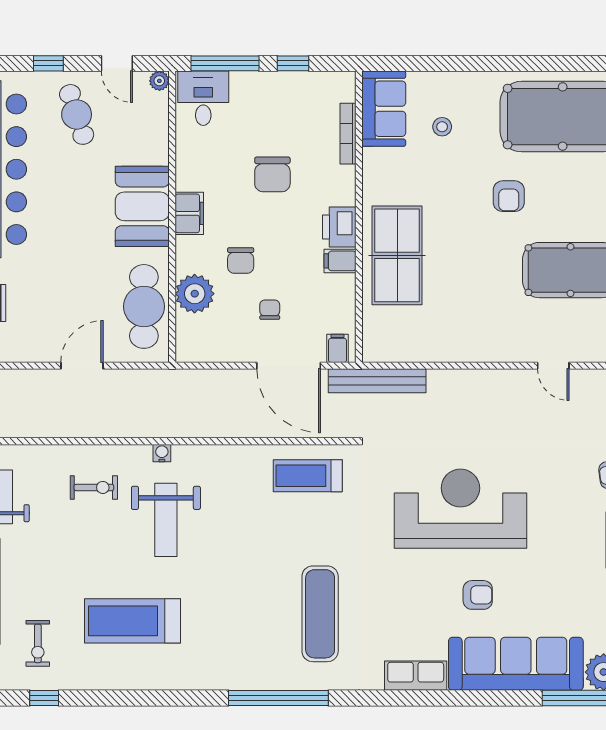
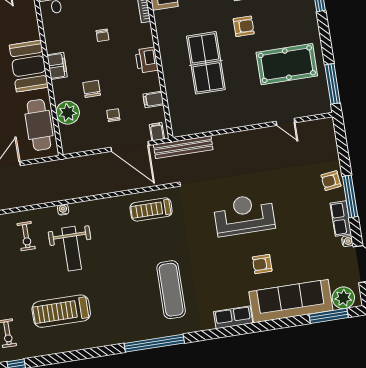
chair: (272, 174) -> (102, 35), width x0.54, depth x0.54
armchair: (509, 196) -> (244, 26), turned -90
table tennis table: (397, 255) -> (206, 63), moved
chair: (241, 260) -> (92, 89), turned 180
filing cabinet: (340, 261) -> (153, 100), moved
exercise bike: (94, 487) -> (26, 236), turned 90
reception desk: (460, 509) -> (244, 215), width x0.74, depth x0.77
armchair: (478, 595) -> (262, 264), turned 180

